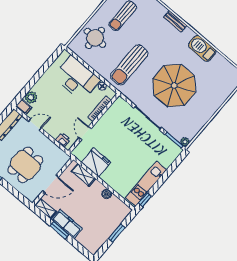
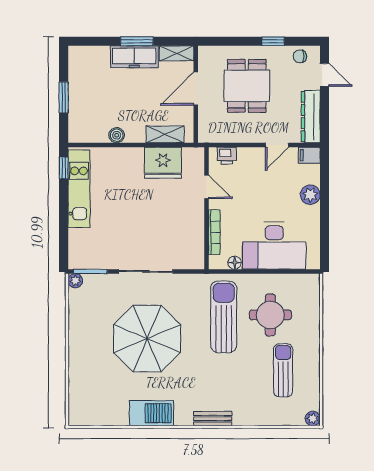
round table: (95, 38) -> (270, 315), moved
plant: (31, 97) -> (310, 195), moved

